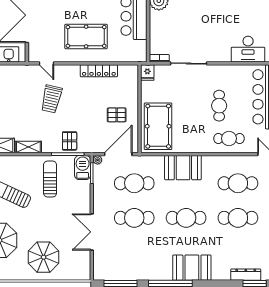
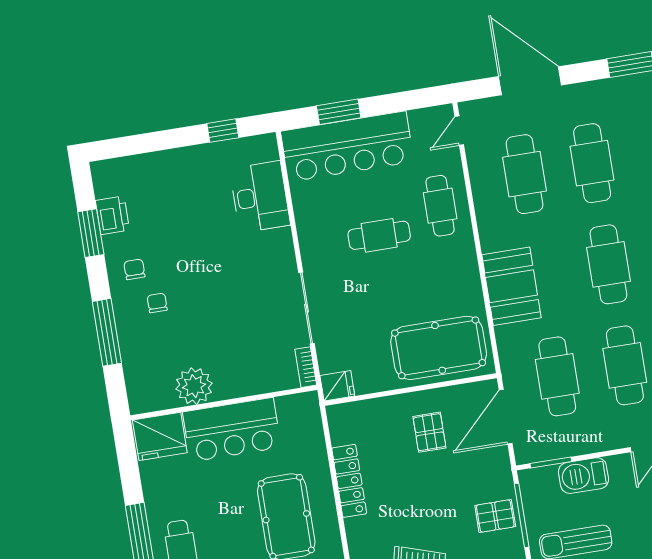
door: (118, 154) -> (506, 417), hinge flipped
plant: (98, 160) -> (523, 455), removed
barbecue: (83, 168) -> (583, 476), moved

